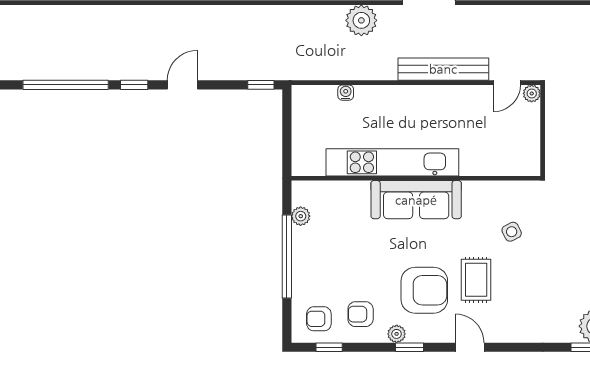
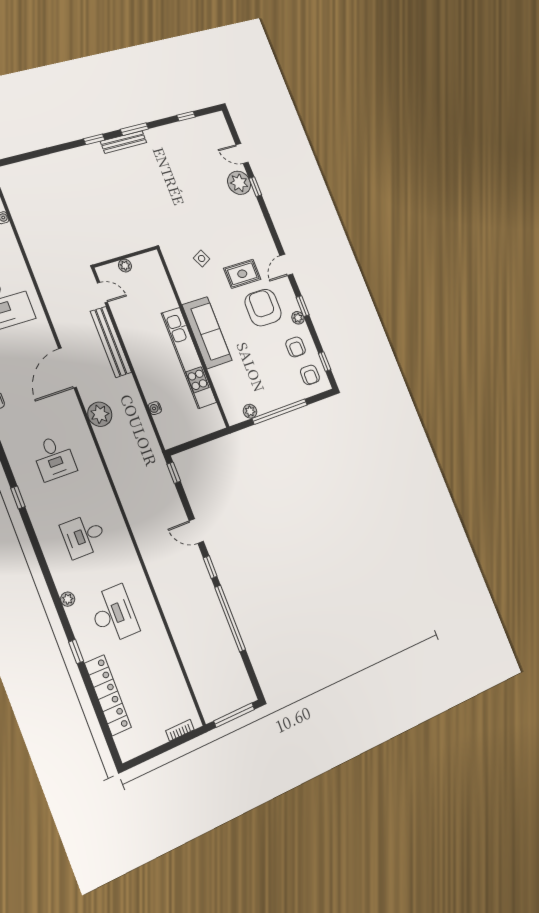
plant: (532, 93) -> (125, 266), moved

